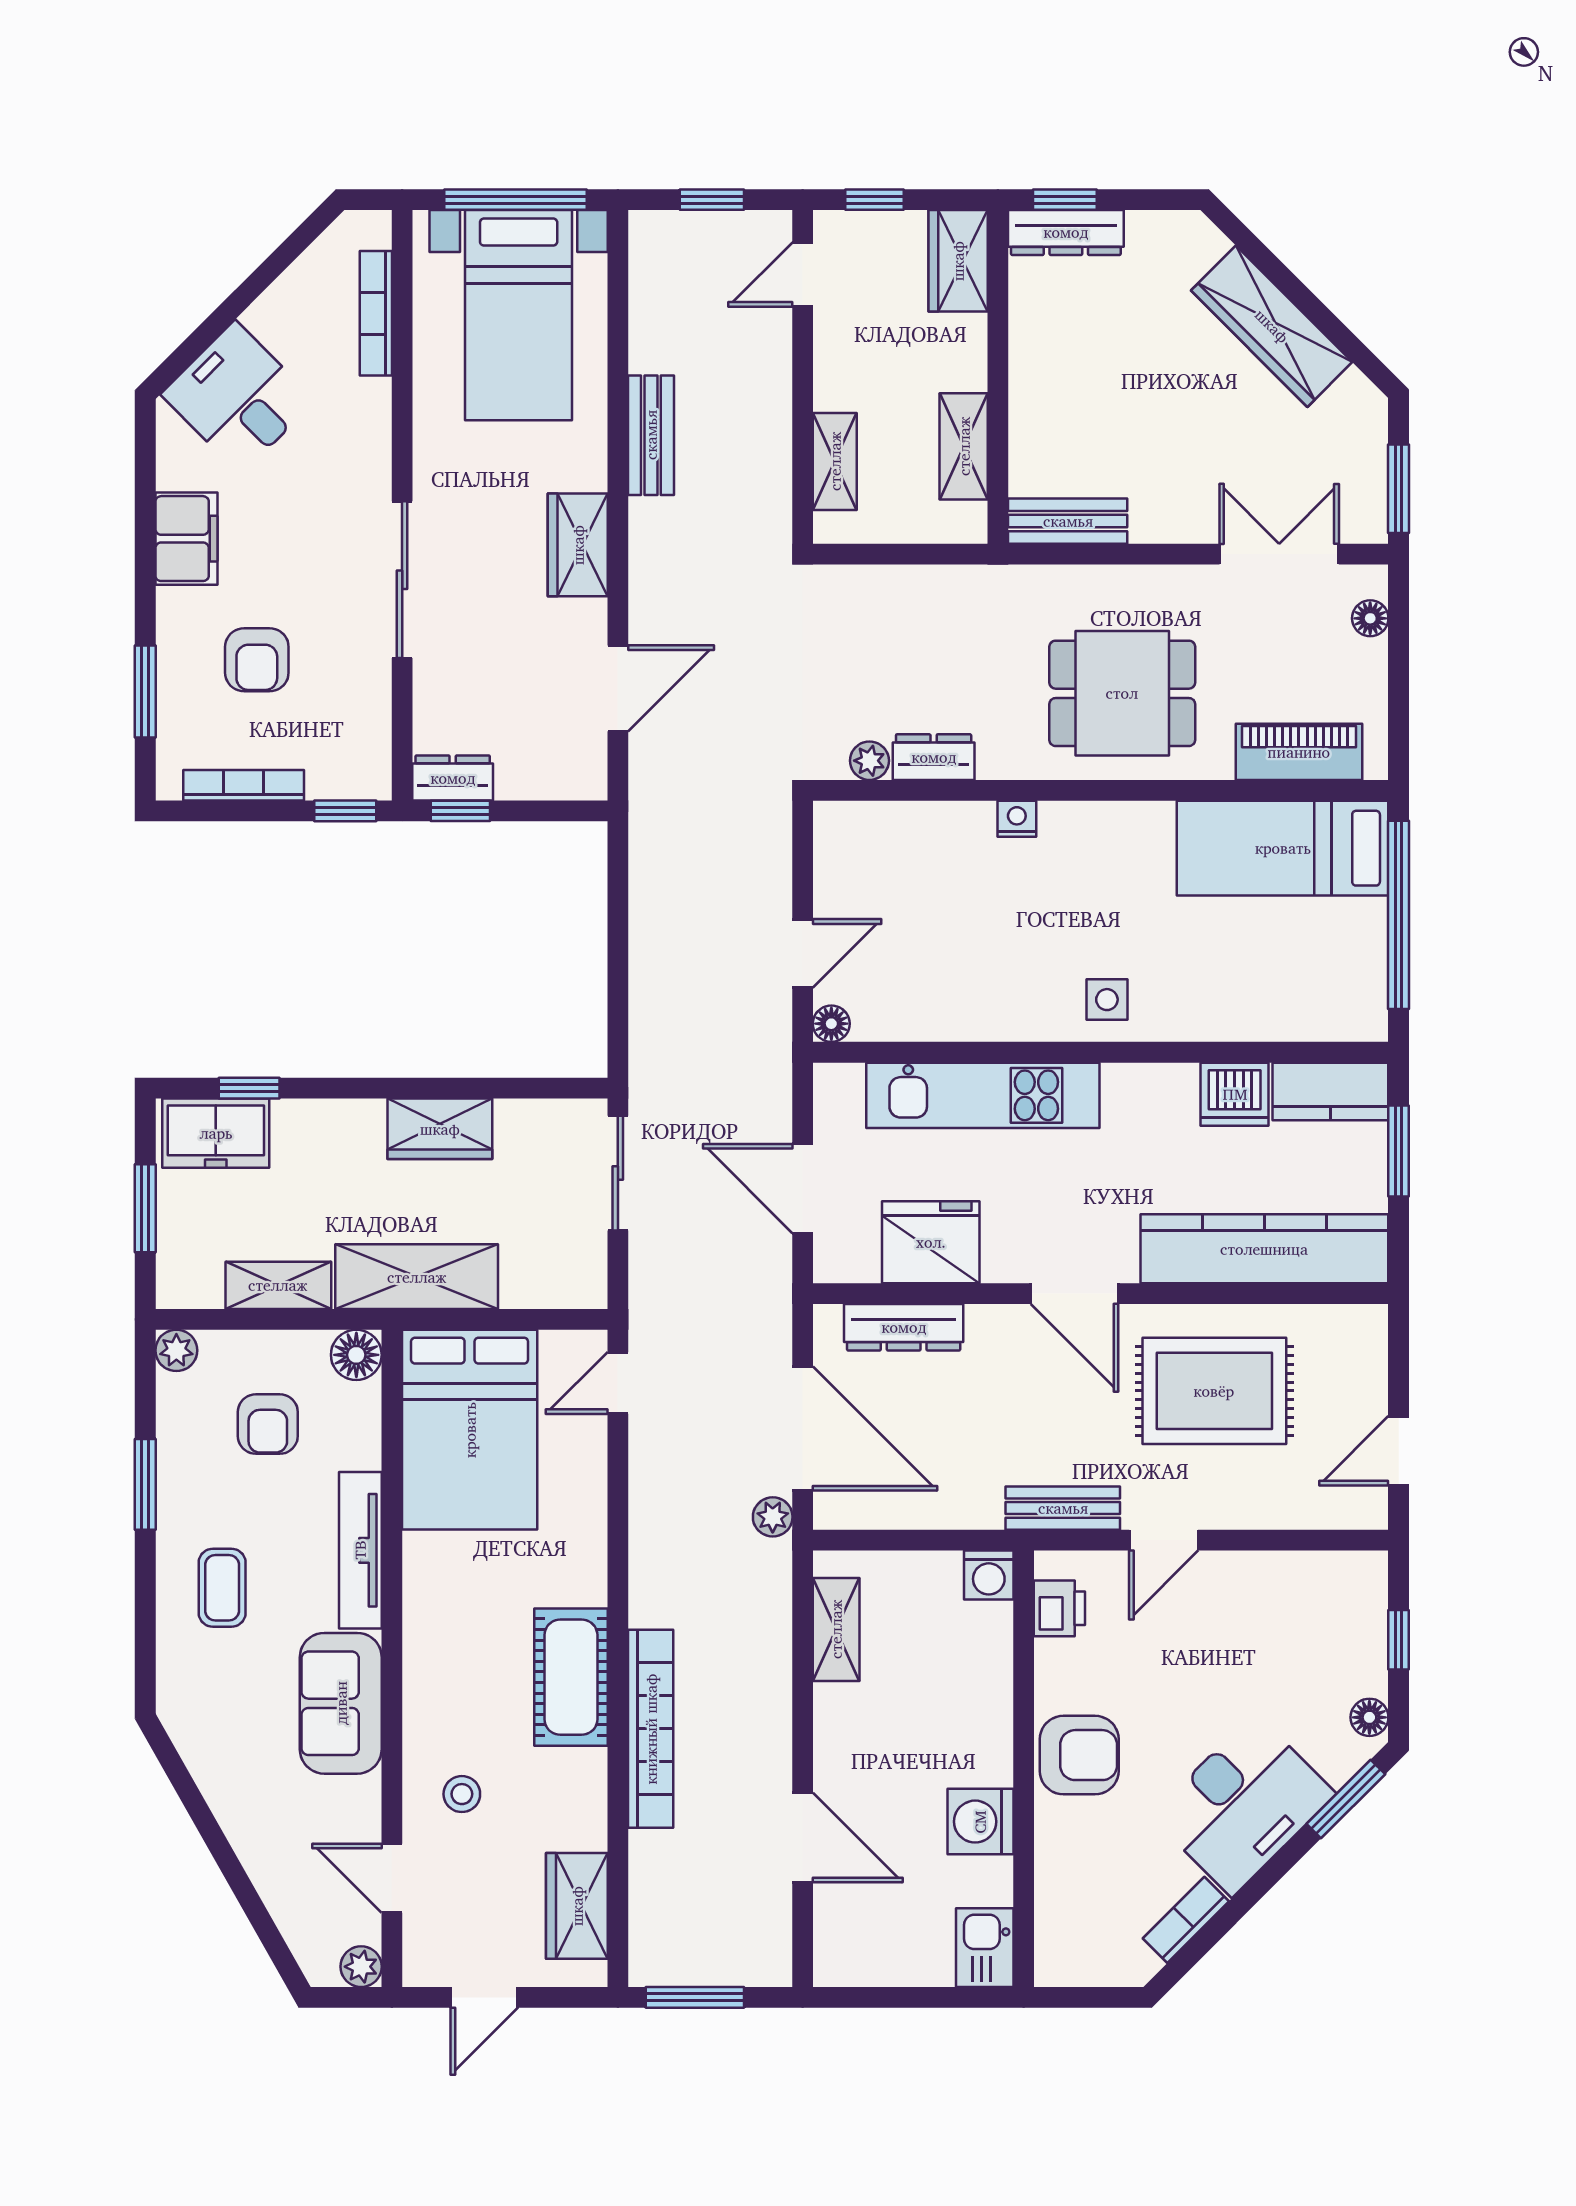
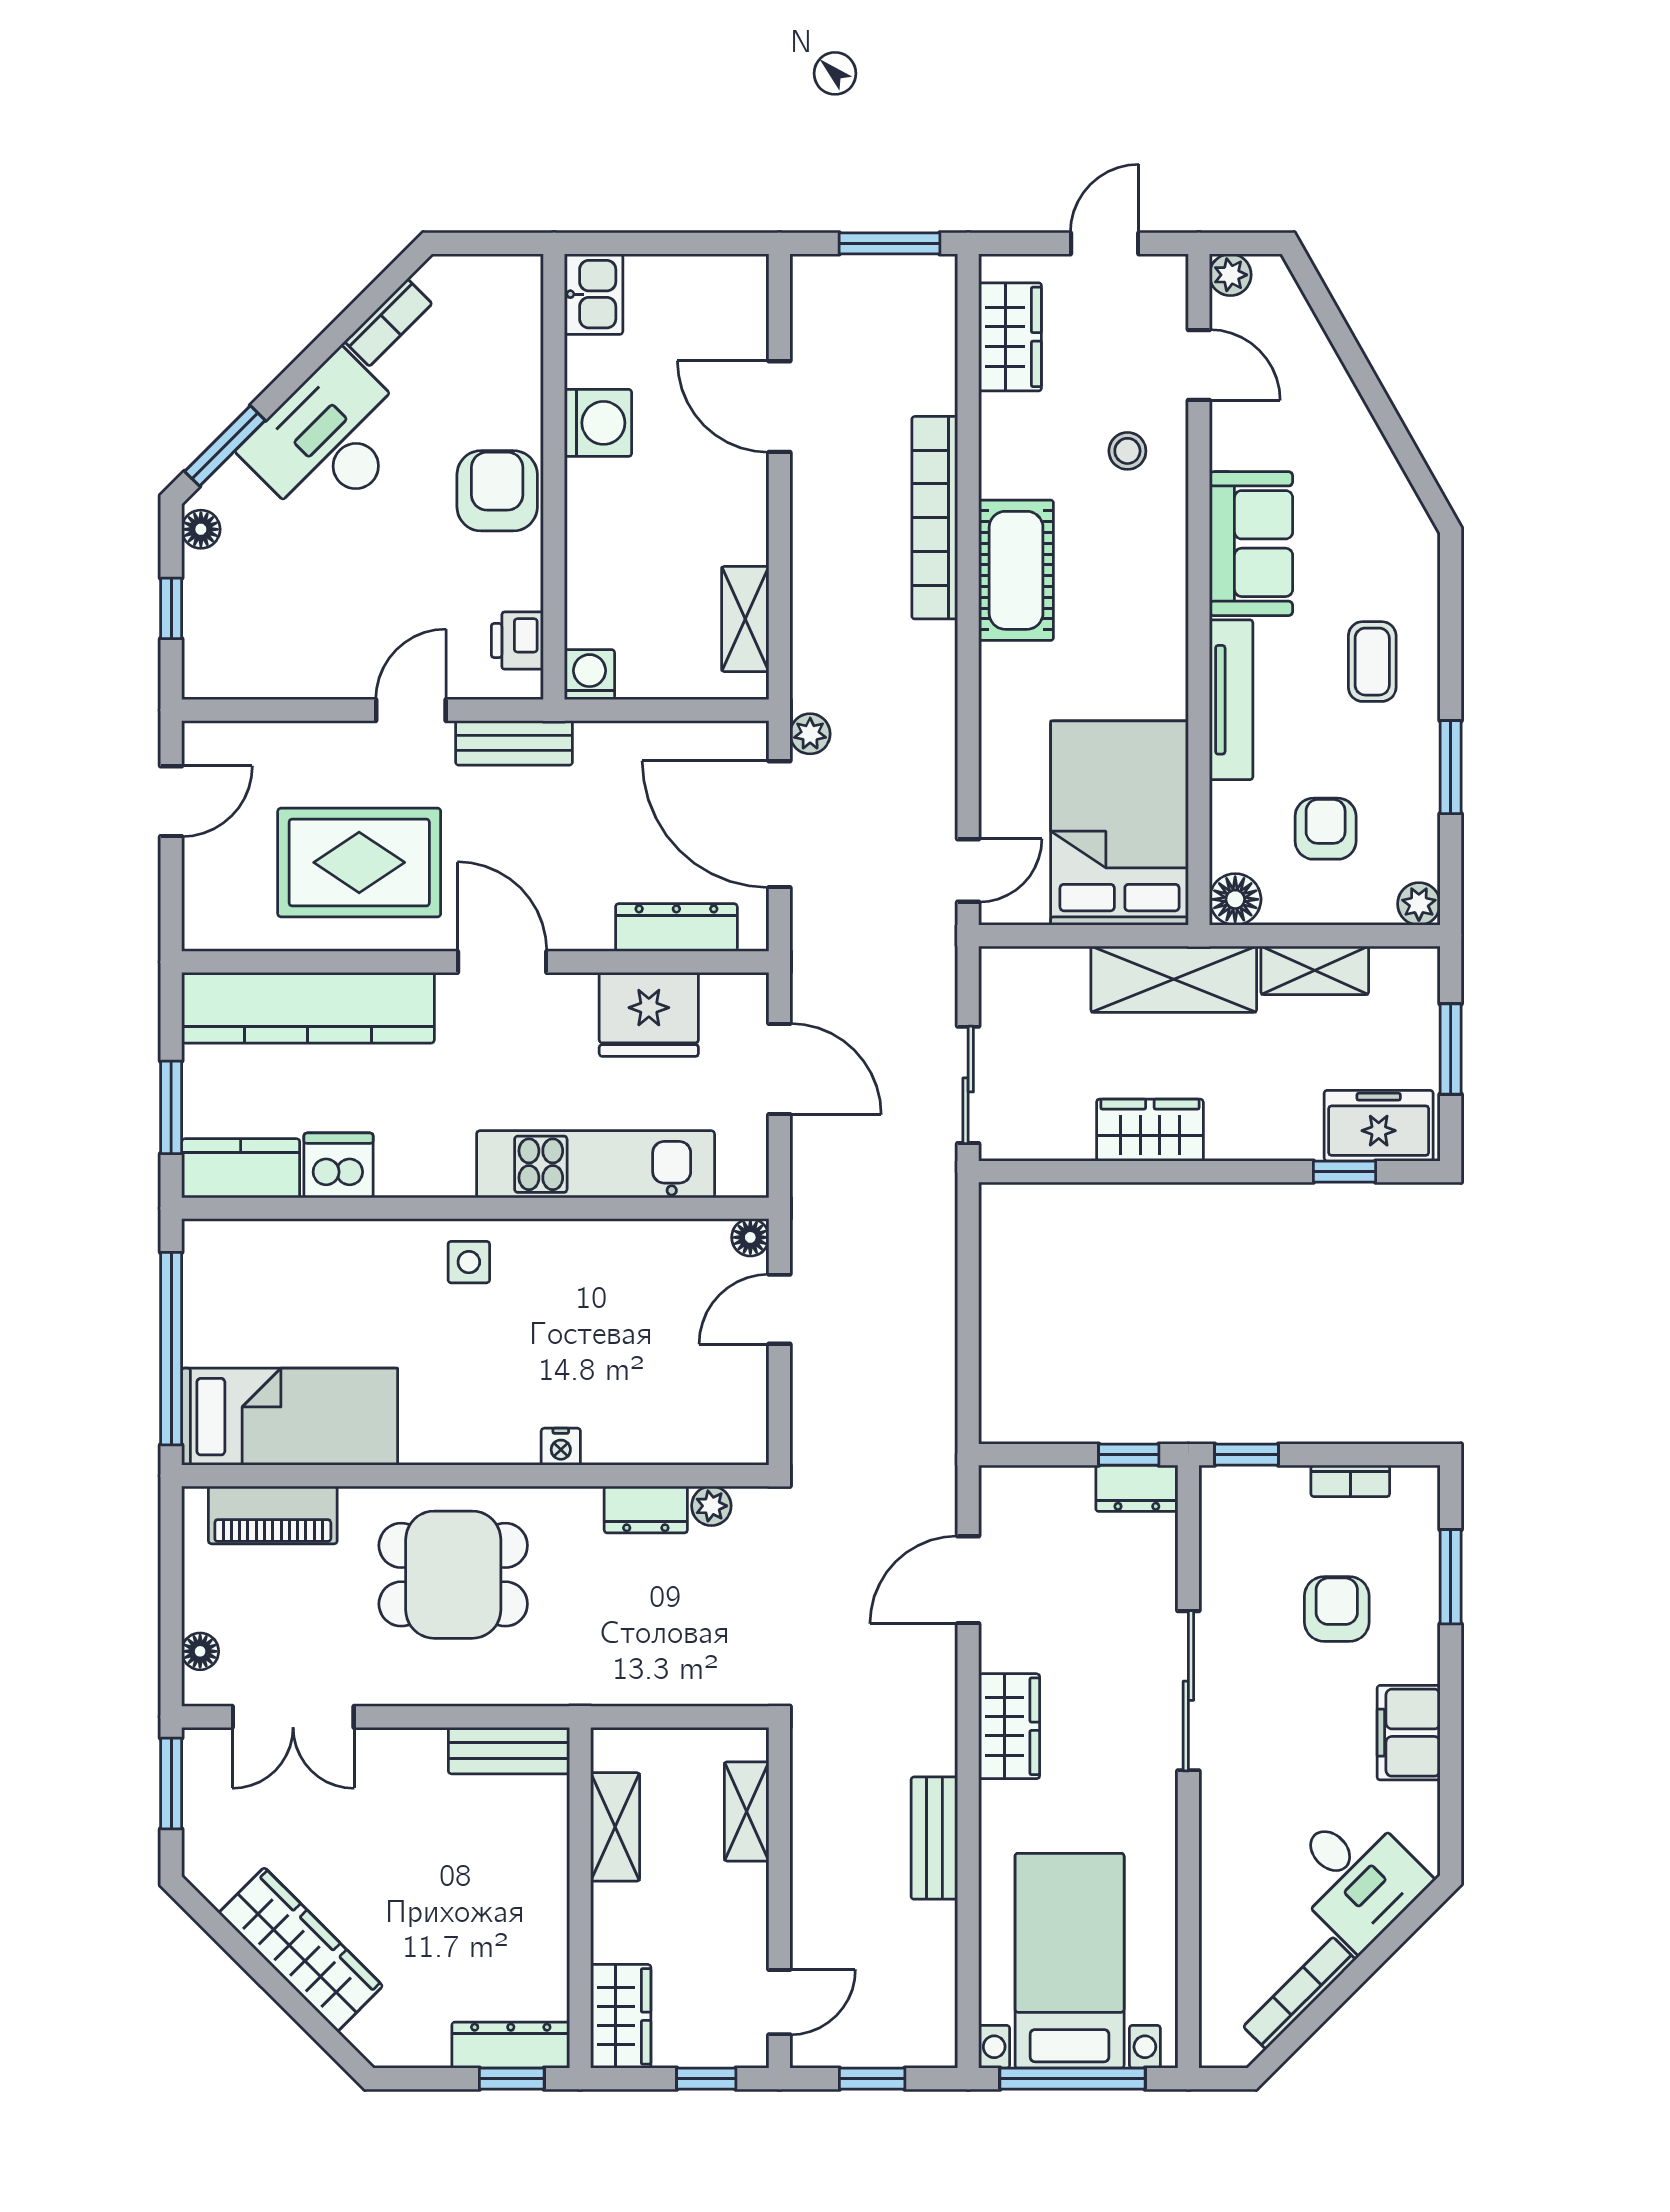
bookcase: (376, 313) -> (1299, 1993), moved, turned -135
bookcase: (244, 785) -> (1350, 1481), width x0.64
armchair: (1079, 1755) -> (497, 491), turned 90

